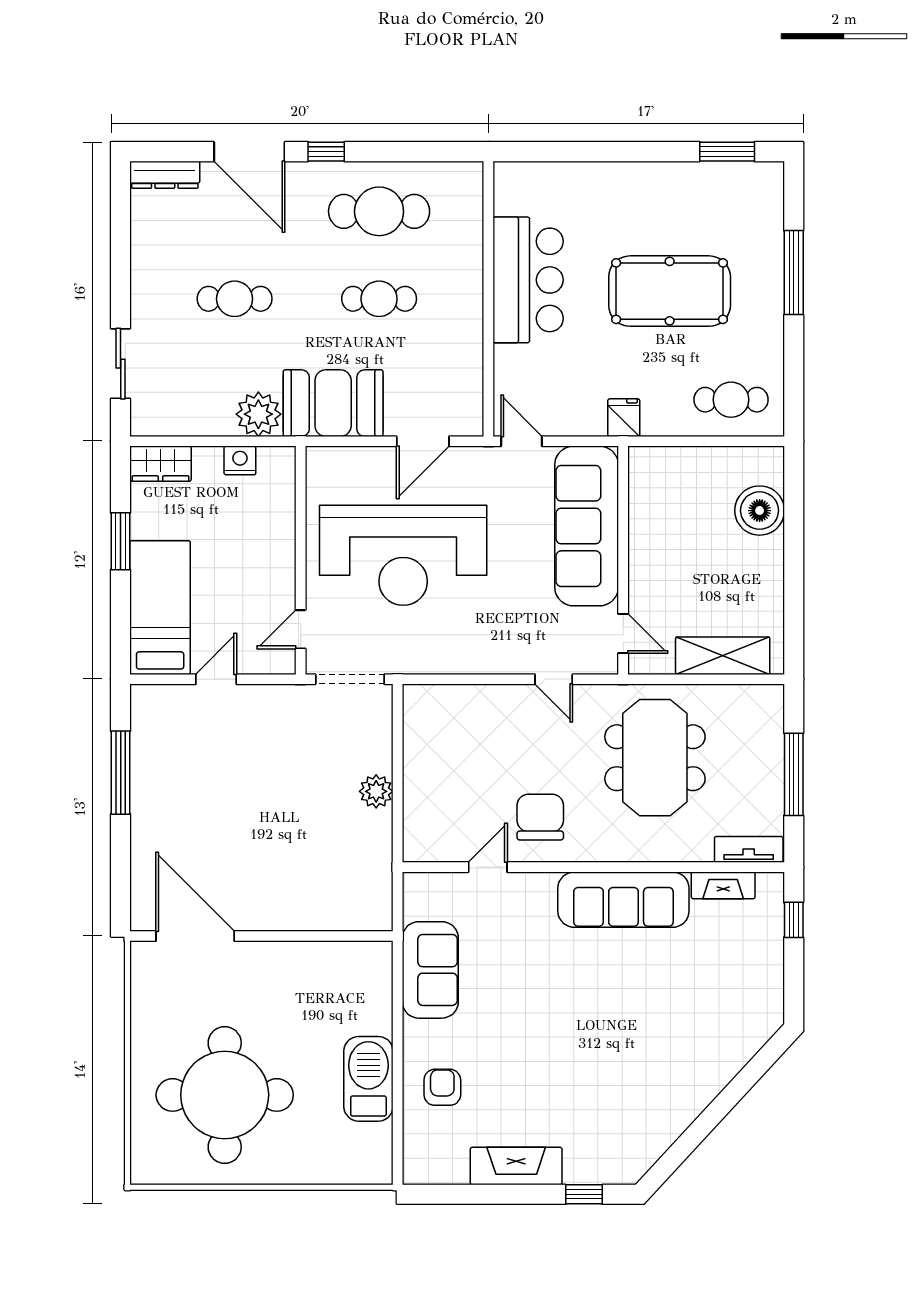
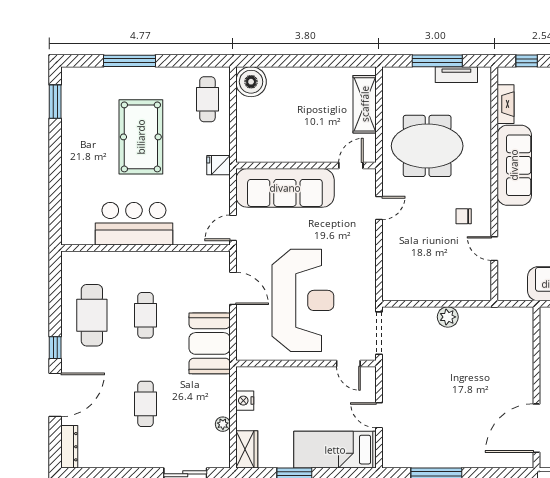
plant: (258, 414) -> (223, 424), moved, width x0.53, depth x0.53
boiler: (760, 511) -> (251, 82), moved
chair: (540, 817) -> (464, 216), width x0.54, depth x0.54
tv unit: (749, 849) -> (456, 75), moved, turned -90

